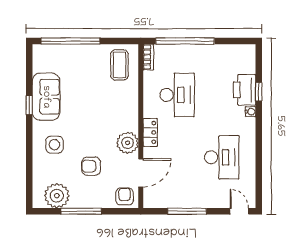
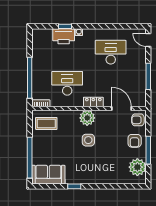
sofa: (46, 97) -> (48, 175), moved
plant: (127, 143) -> (87, 118), moved
side table: (54, 145) -> (88, 140), moved
armchair: (91, 166) -> (135, 141), moved
door: (239, 211) -> (148, 40), hinge flipped

